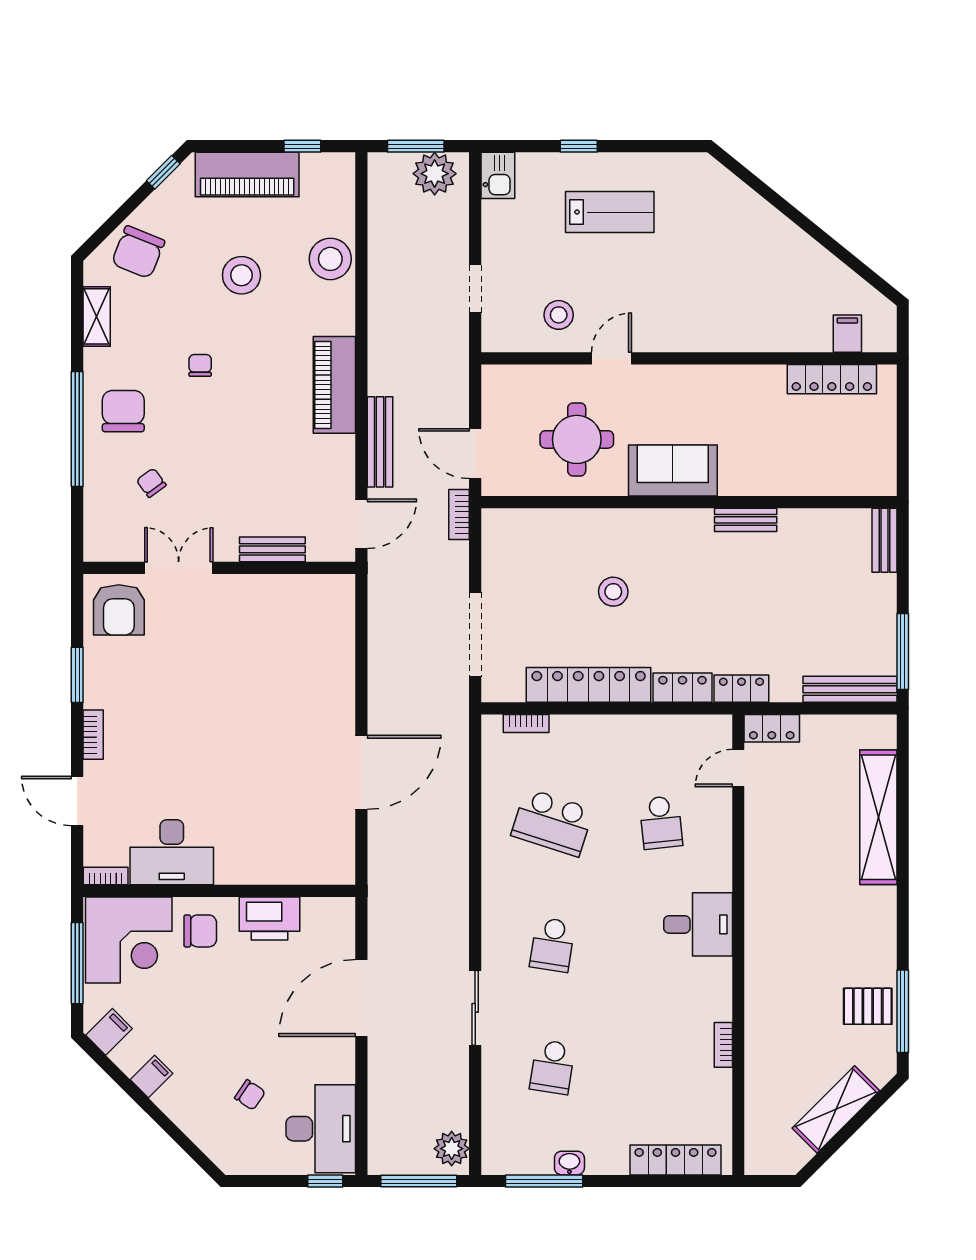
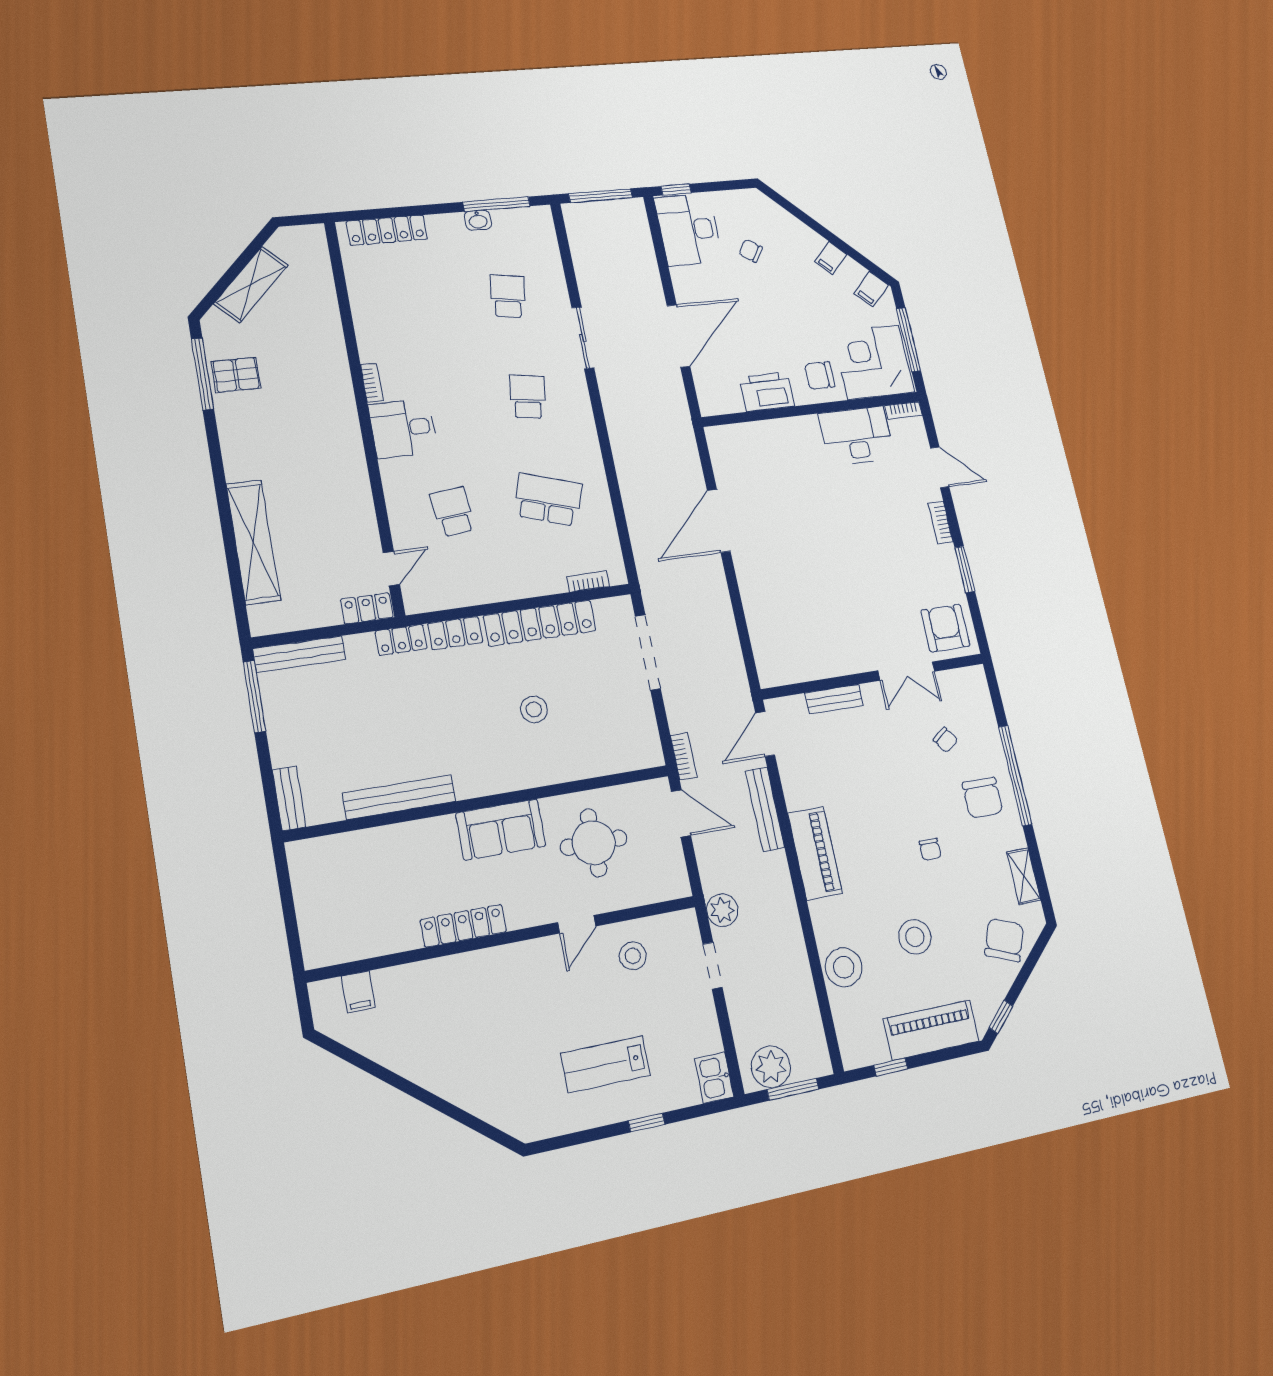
locker: (832, 379) -> (463, 926), moved
bench: (746, 520) -> (399, 797), width x1.86, depth x1.21
bookcase: (723, 1045) -> (372, 383), moved
plant: (452, 1149) -> (722, 910), moved

